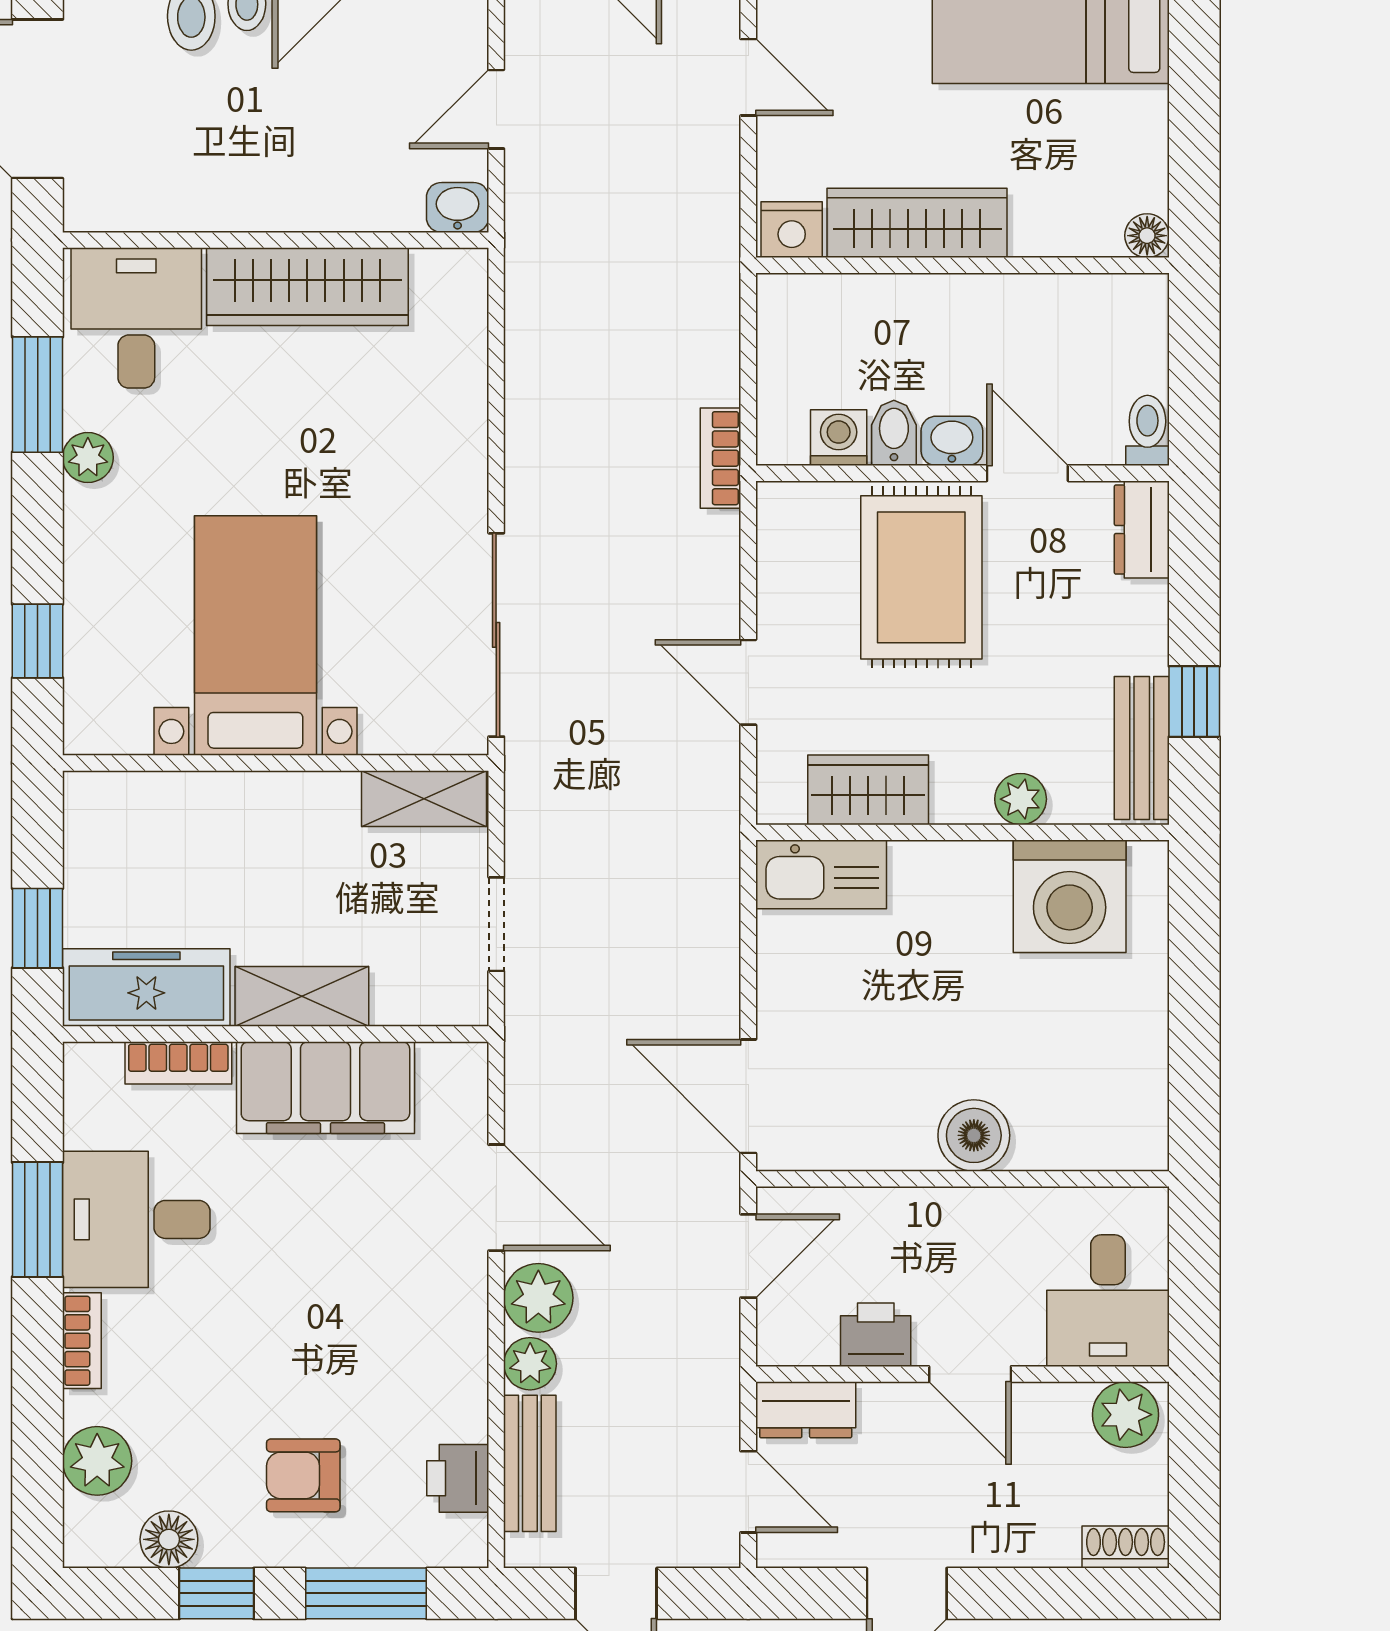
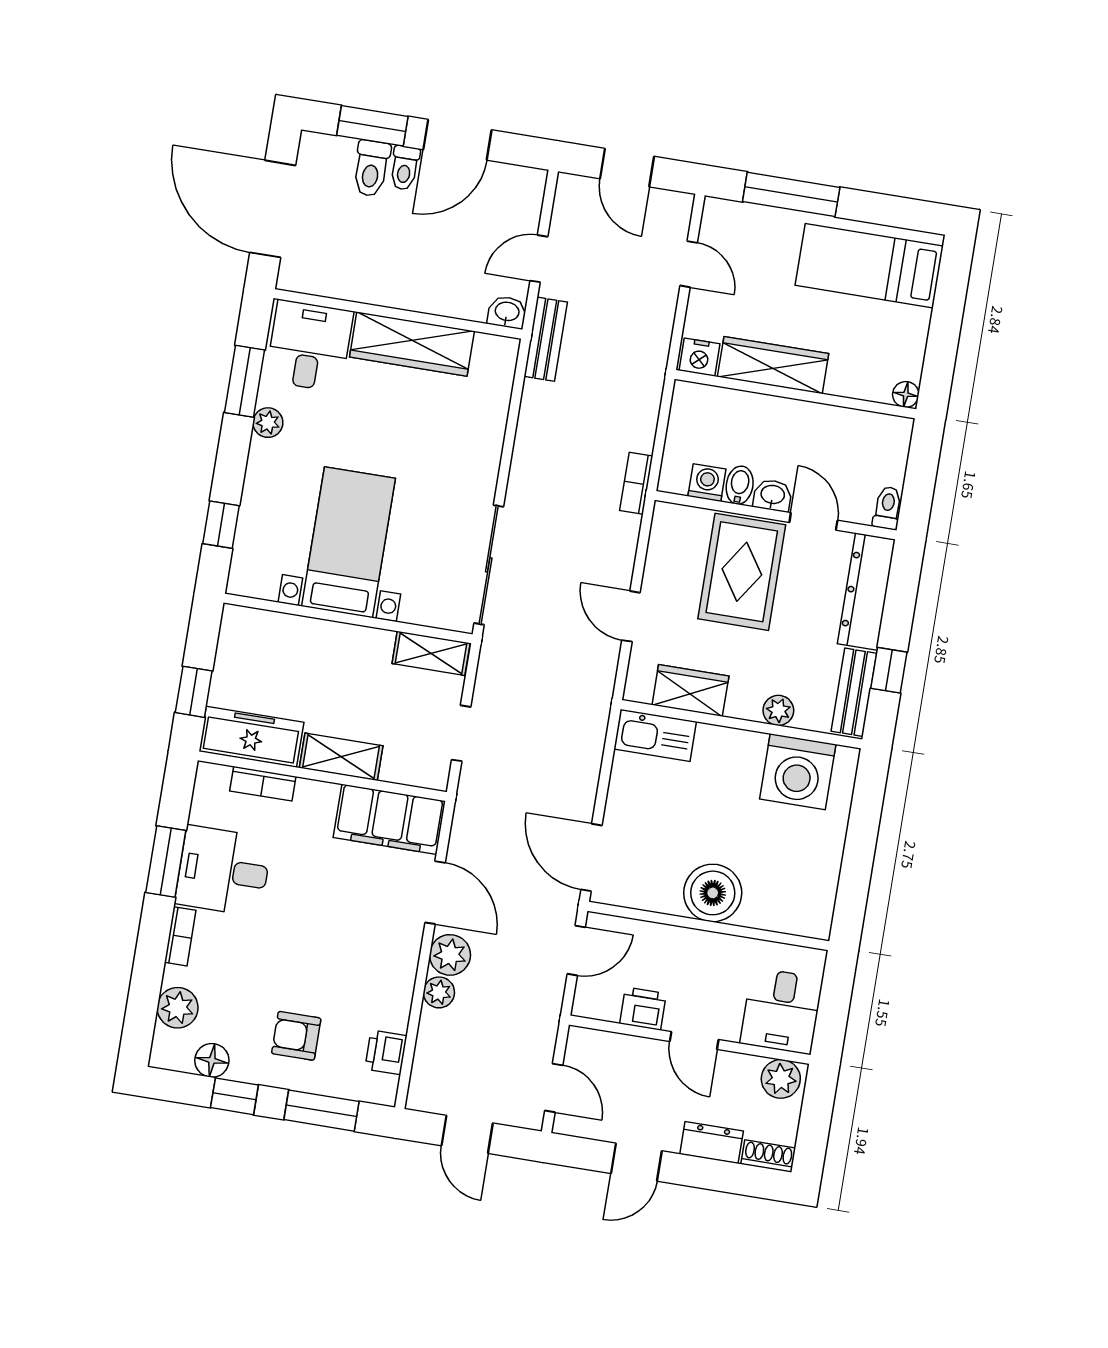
dresser: (1142, 530) -> (866, 592), width x1.96, depth x1.24
filing cabinet: (325, 1088) -> (389, 819), moved
boiler: (974, 1135) -> (713, 893), width x1.37, depth x1.37
dresser: (806, 1410) -> (712, 1143), moved, turned 180
bench: (530, 1463) -> (546, 339), moved

